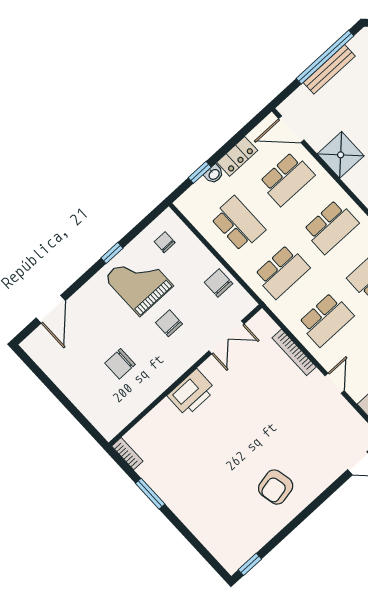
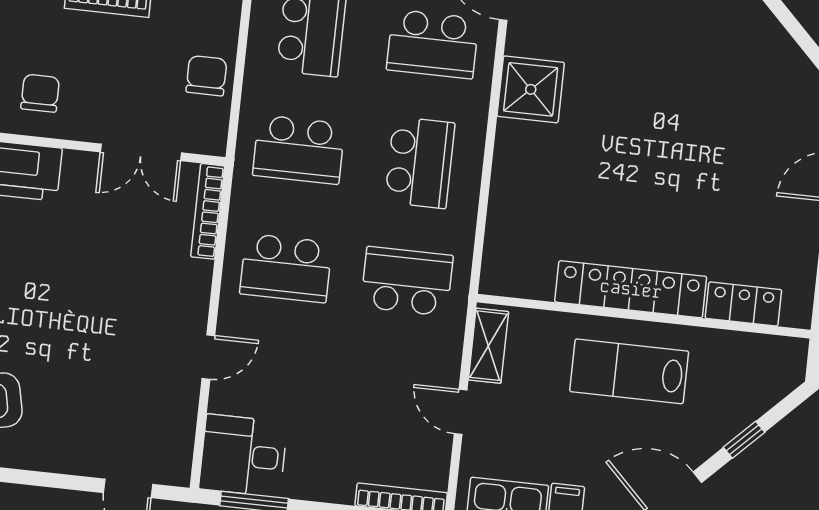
school desk: (331, 227) -> (420, 163), turned -90
chair: (169, 323) -> (40, 93), moved
bookcase: (294, 352) -> (208, 211), moved

